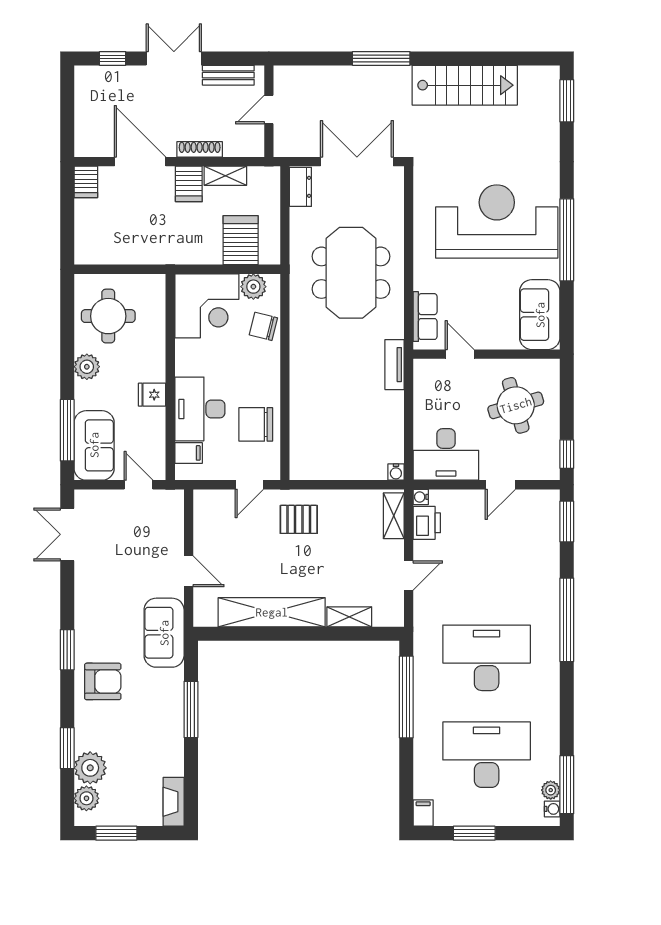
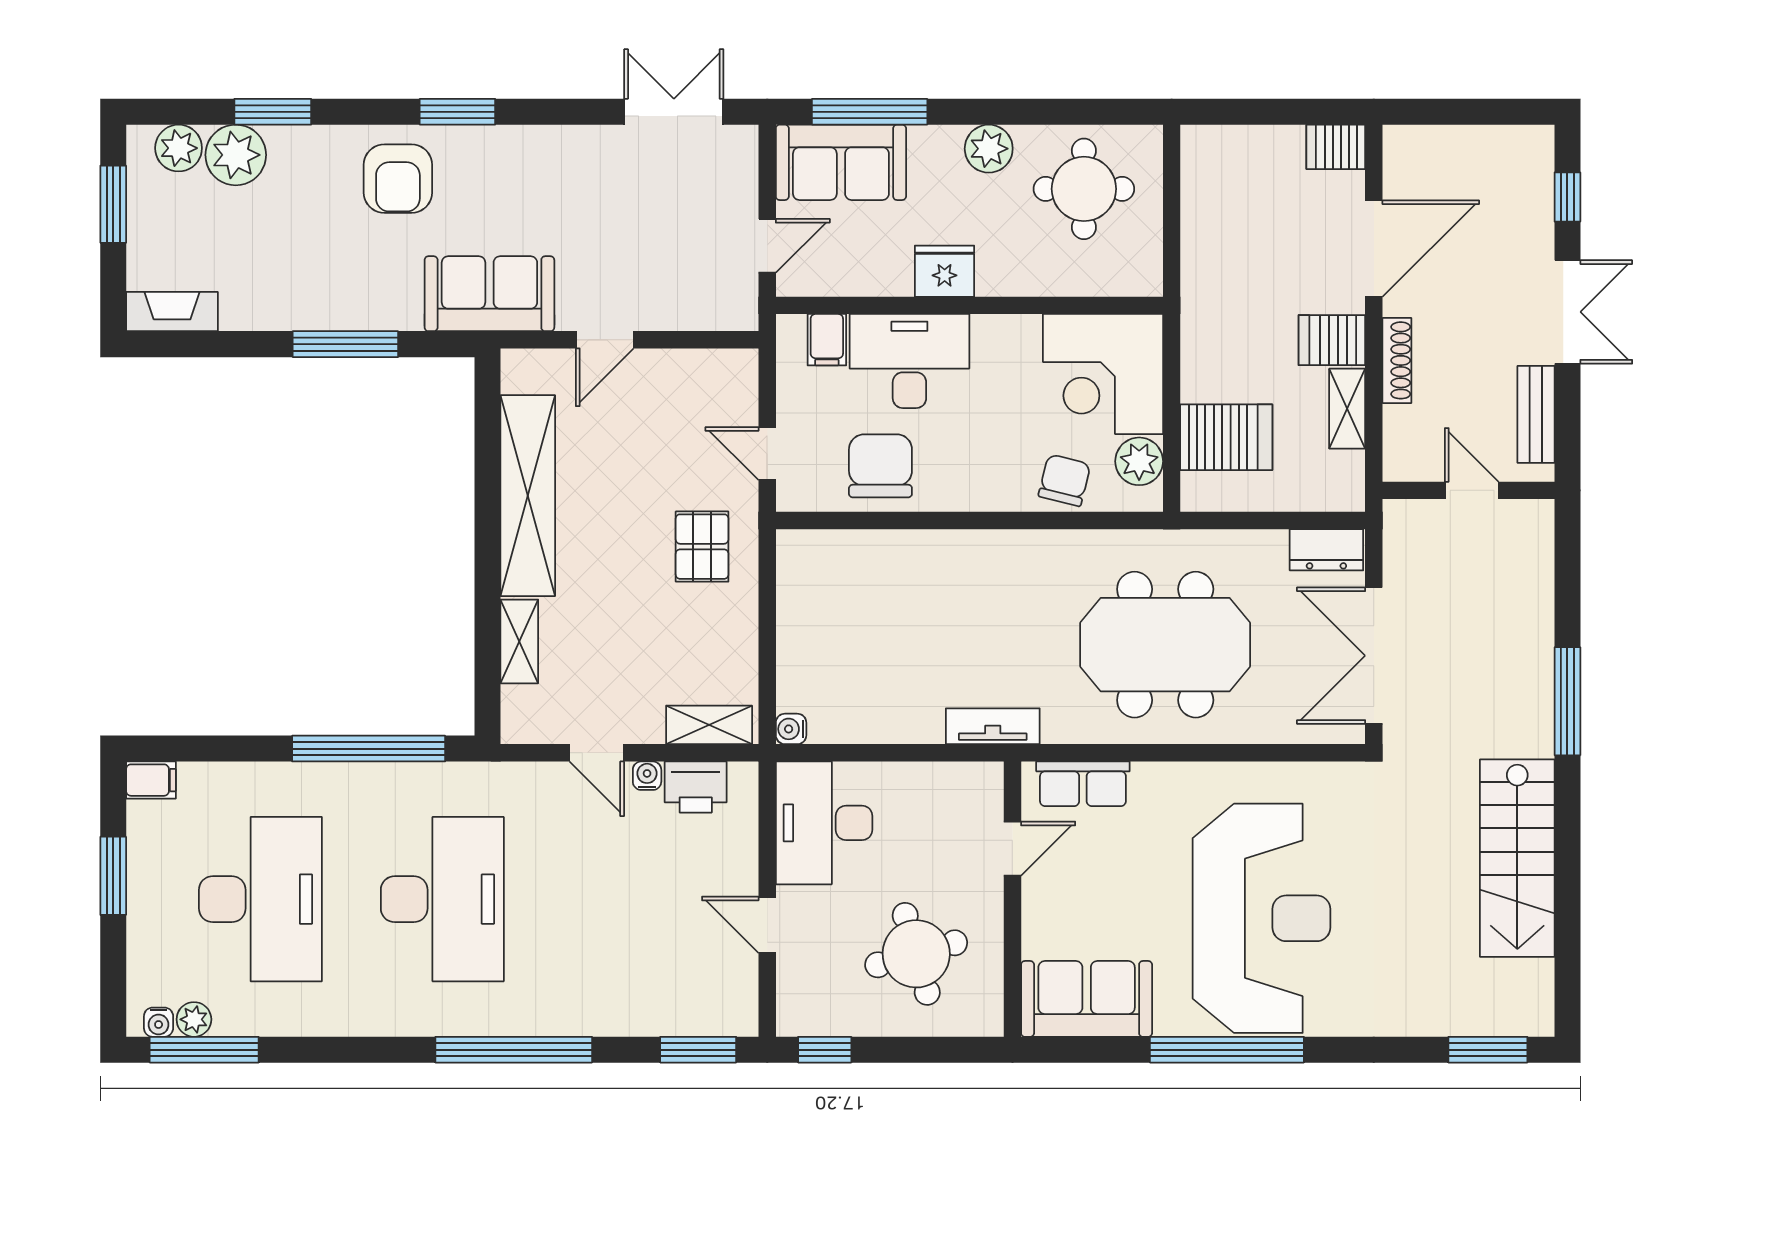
double door: (357, 162) -> (1374, 656), swing flipped
fridge: (152, 395) -> (945, 271), width x1.38
water cooler: (421, 497) -> (647, 776), moved

